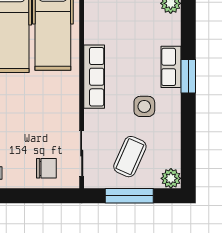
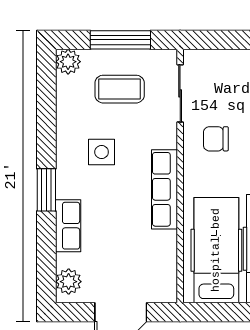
row of seats: (171, 67) -> (68, 226), moved
coffee table: (130, 157) -> (120, 89), turned 66
chair: (46, 168) -> (216, 139), moved

